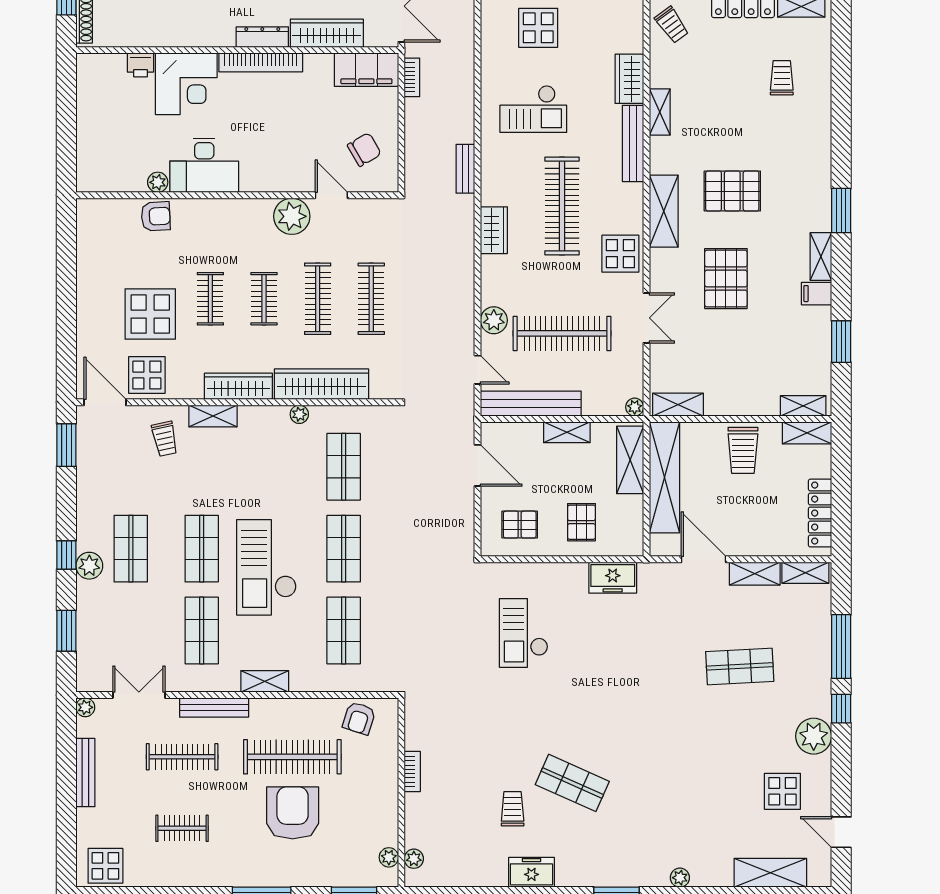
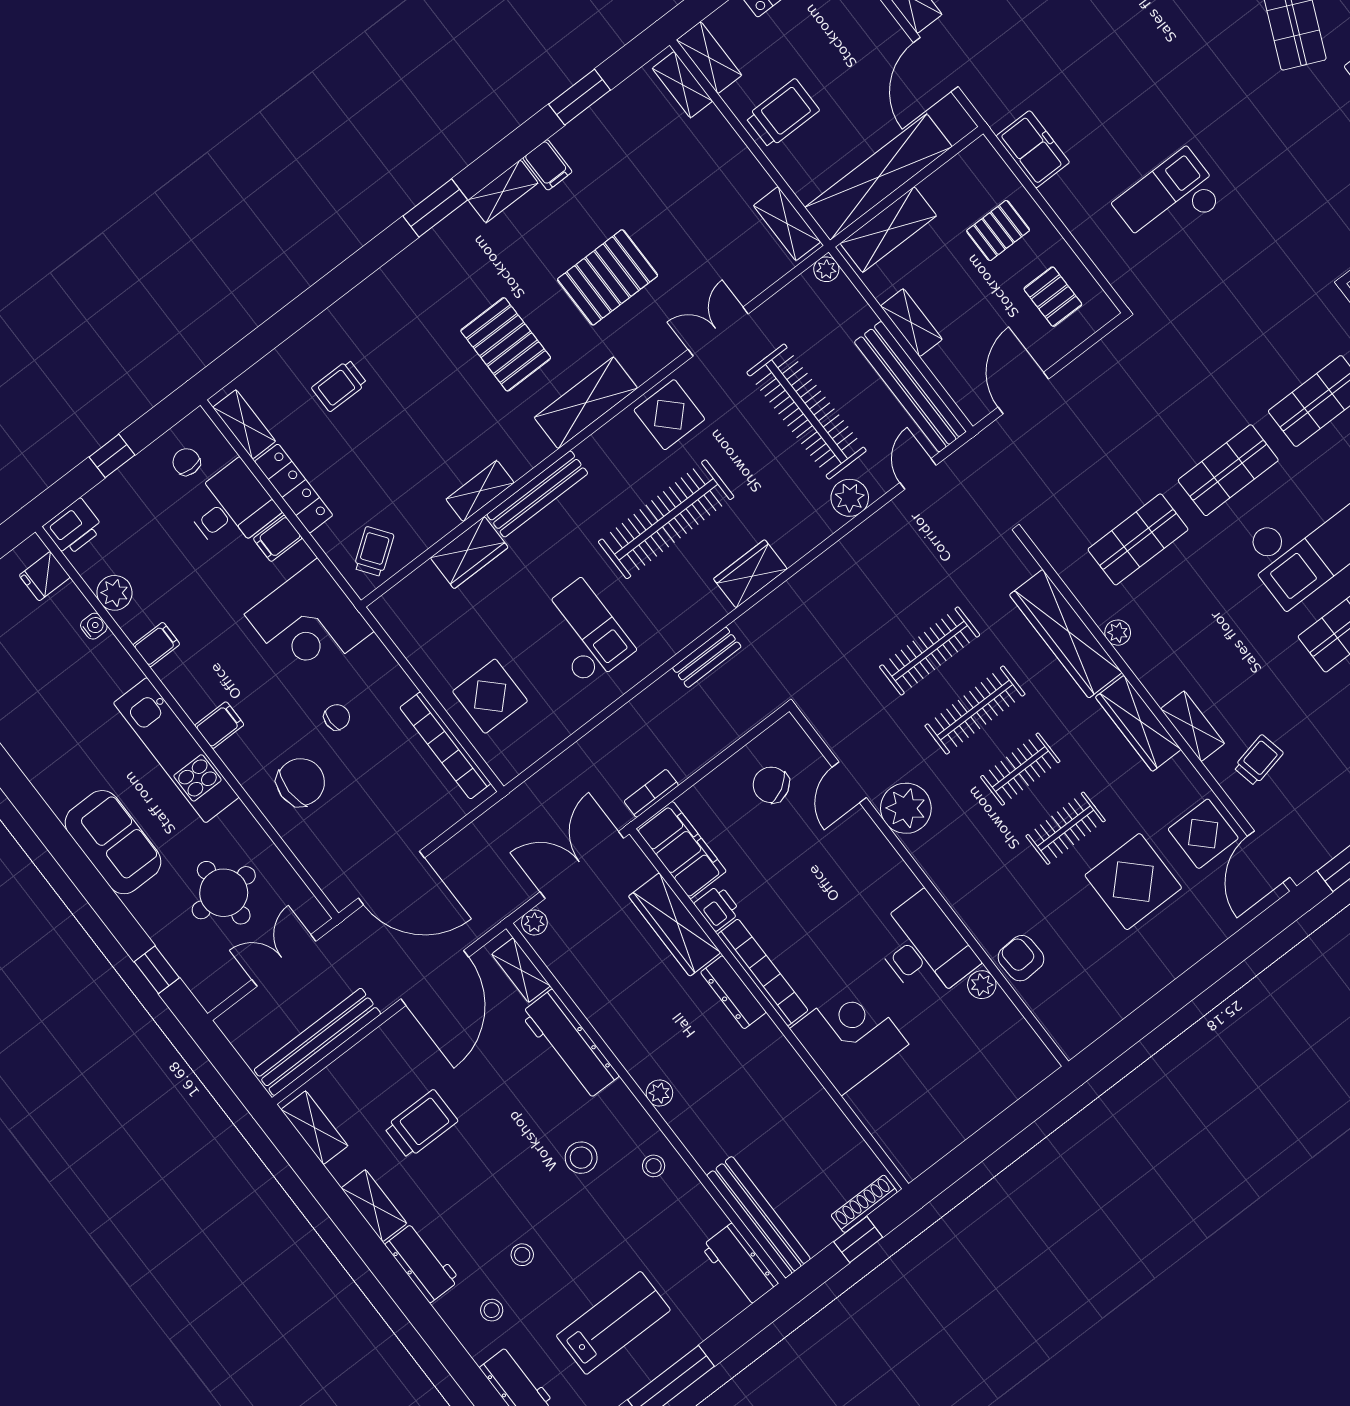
printer: (140, 65) -> (717, 908), moved
checkout: (524, 633) -> (1169, 201), turned 180

